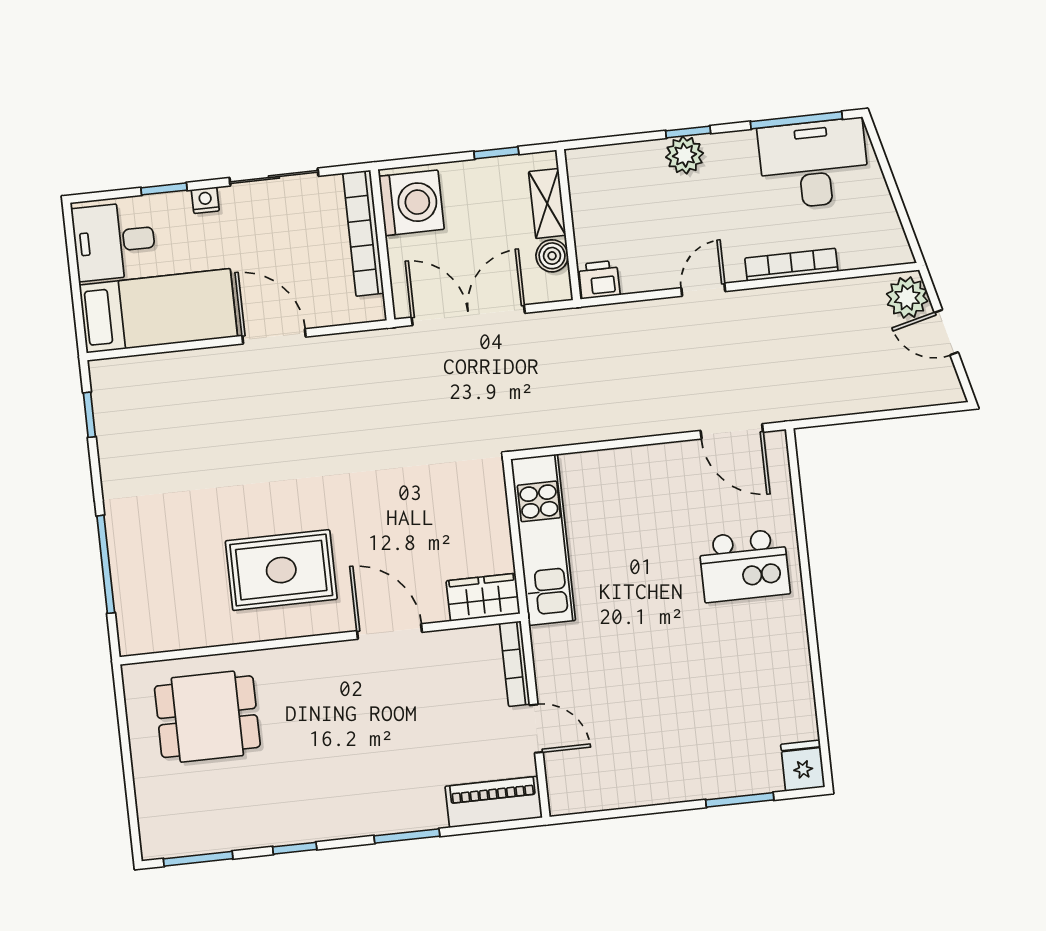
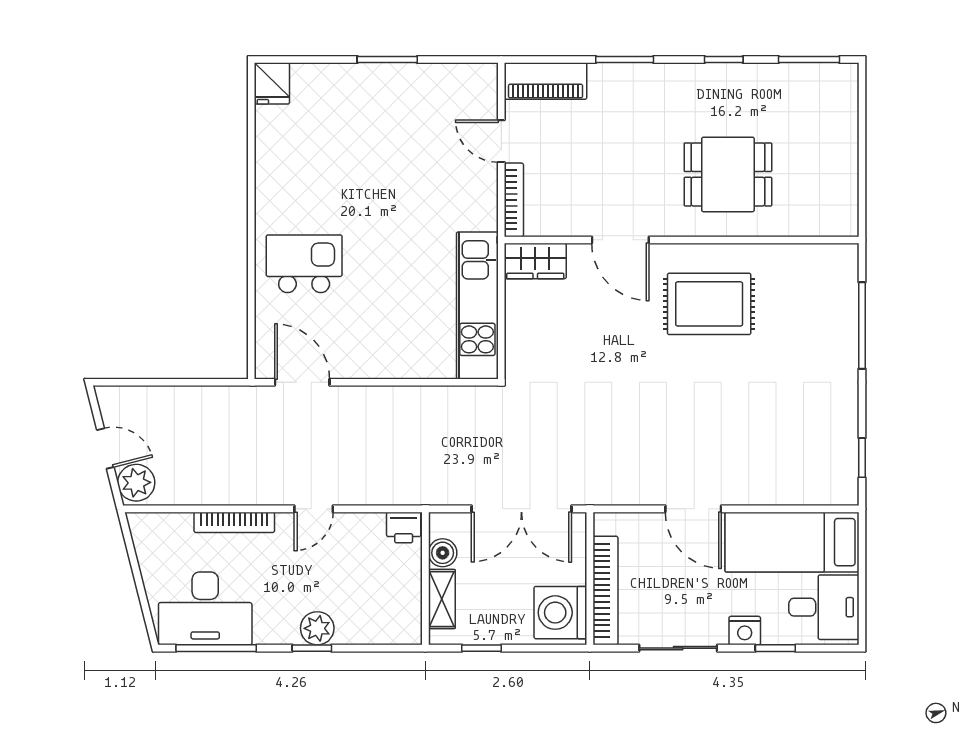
nightstand: (205, 200) -> (745, 631), width x1.39, depth x1.35
dining table: (207, 717) -> (728, 174), moved
window: (740, 800) -> (387, 60), moved

